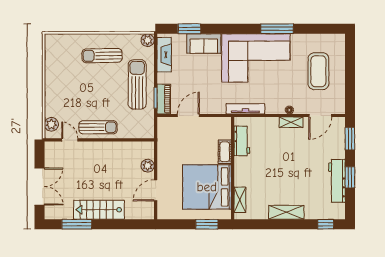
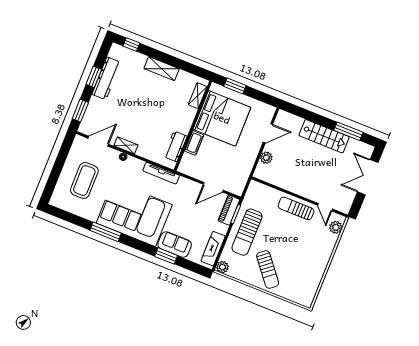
window: (189, 29) -> (166, 256), moved
sun lounger: (102, 56) -> (268, 270), turned 52

